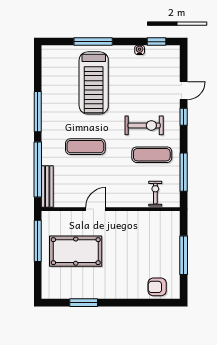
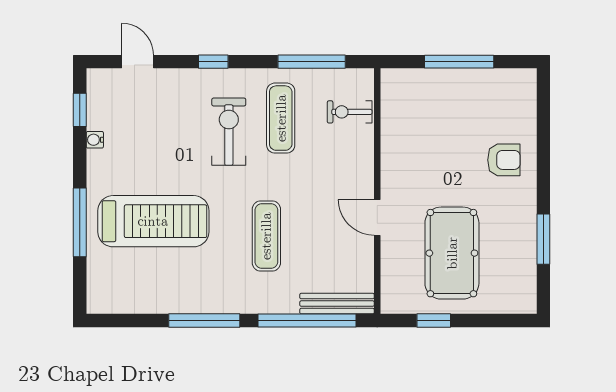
door: (184, 91) -> (138, 62), moved
window: (38, 241) -> (434, 320), width x0.46
armchair: (157, 287) -> (504, 160), moved, turned -90

